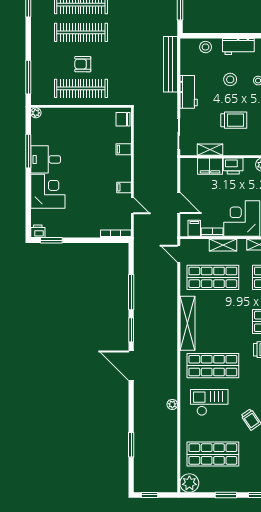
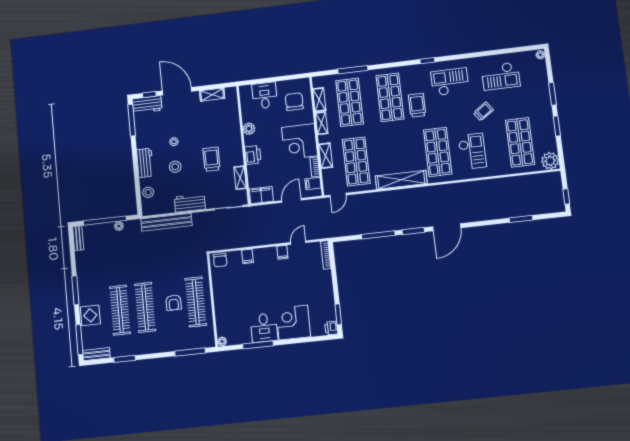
filing cabinet: (210, 166) -> (261, 195), moved, turned -90
checkout: (209, 402) -> (472, 151), turned 180
plant: (172, 404) -> (119, 226), moved

